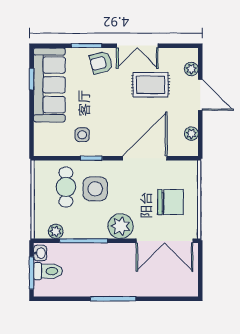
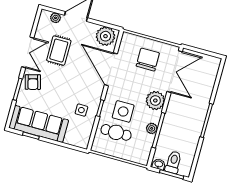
plant: (191, 134) -> (105, 36), width x1.88, depth x1.88
plant: (56, 231) -> (152, 128), moved

